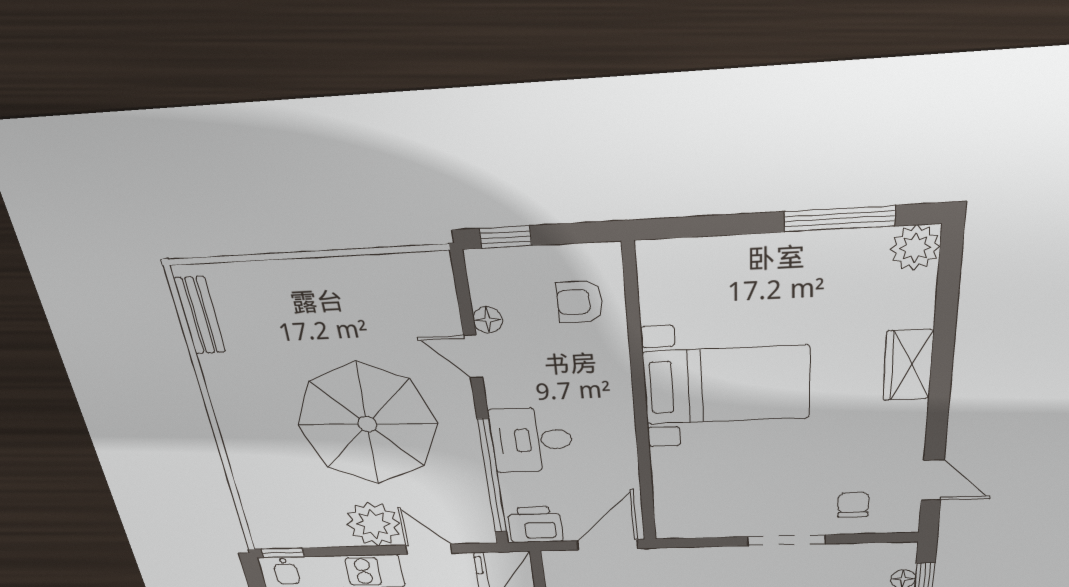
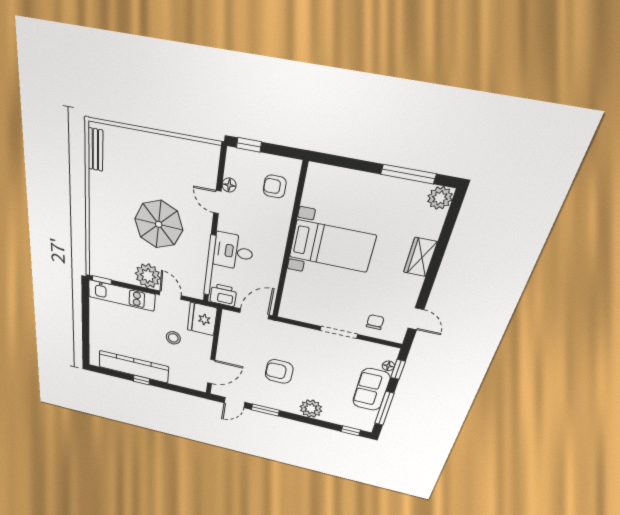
parasol: (367, 424) -> (159, 224), width x0.73, depth x0.73

